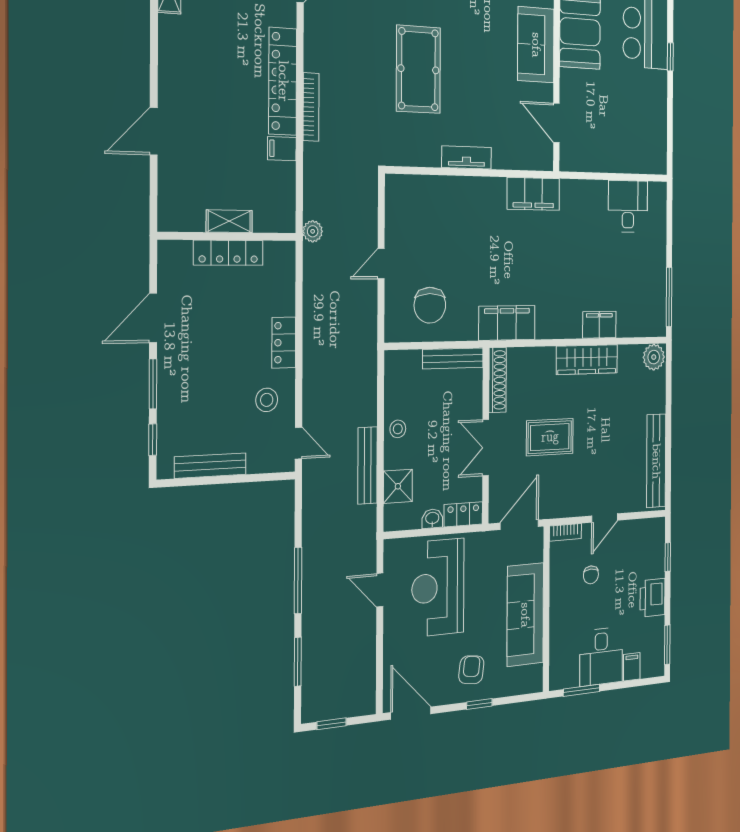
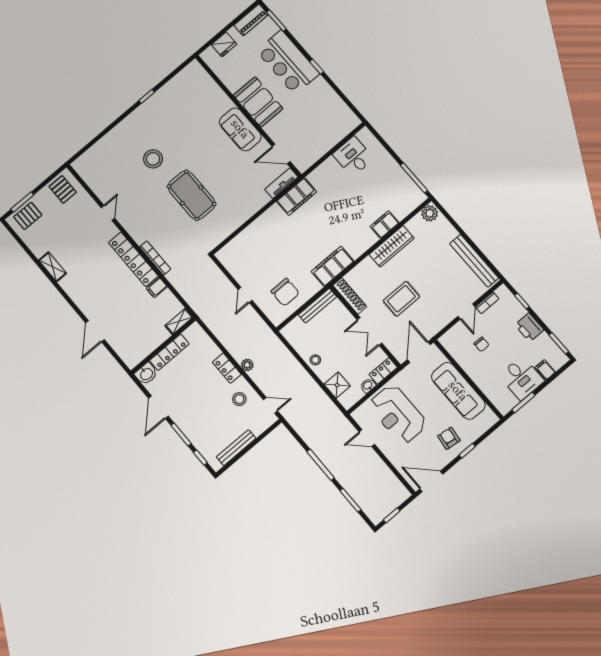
tv unit: (467, 157) -> (281, 183), moved
shelving: (229, 221) -> (179, 321), moved
plant: (313, 231) -> (247, 365), moved
washbasin: (174, 255) -> (146, 374), added
bench: (367, 465) -> (313, 388), removed
bookcase: (565, 532) -> (487, 303), moved

